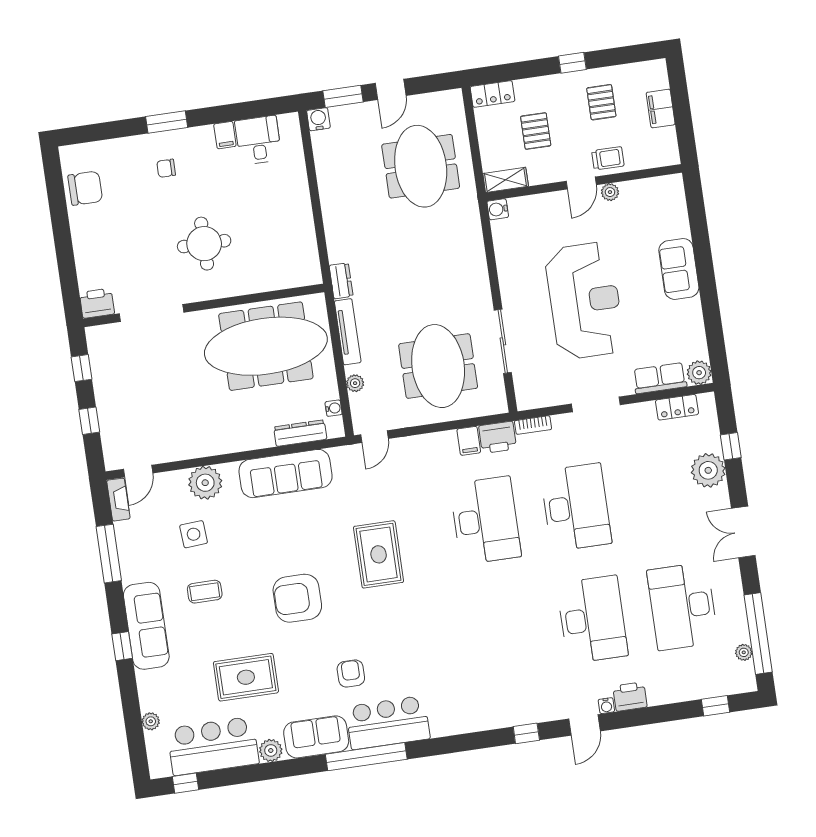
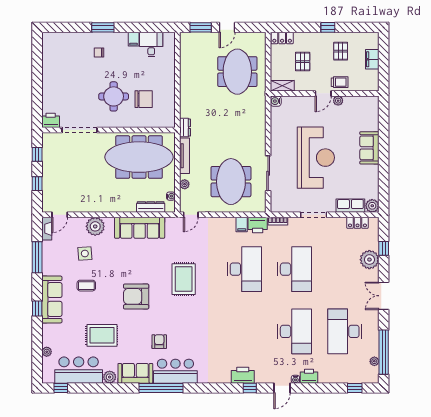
water cooler: (318, 119) -> (186, 38), removed
chair: (85, 188) -> (144, 99), moved
printer: (510, 712) -> (243, 375), added

